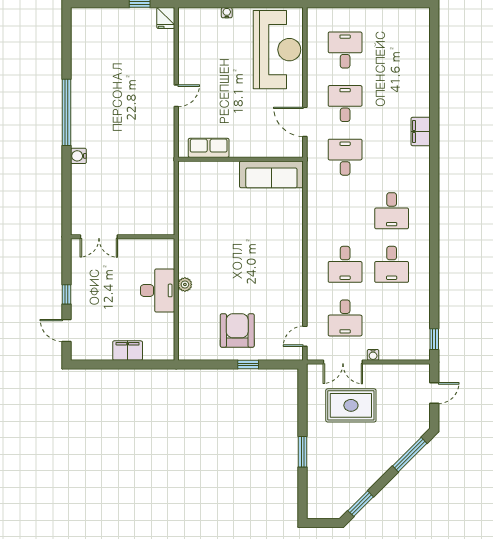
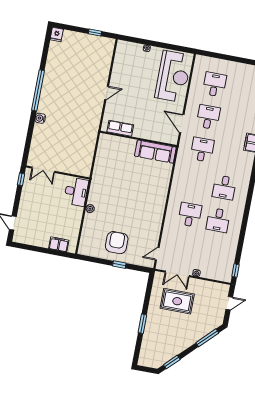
fridge: (166, 18) -> (57, 35), moved
desk: (345, 264) -> (190, 215), turned 180
desk: (158, 290) -> (76, 192), moved
window: (67, 294) -> (21, 179), moved
desk: (345, 318) -> (184, 247), removed
filing cabinet: (128, 351) -> (59, 244), moved

